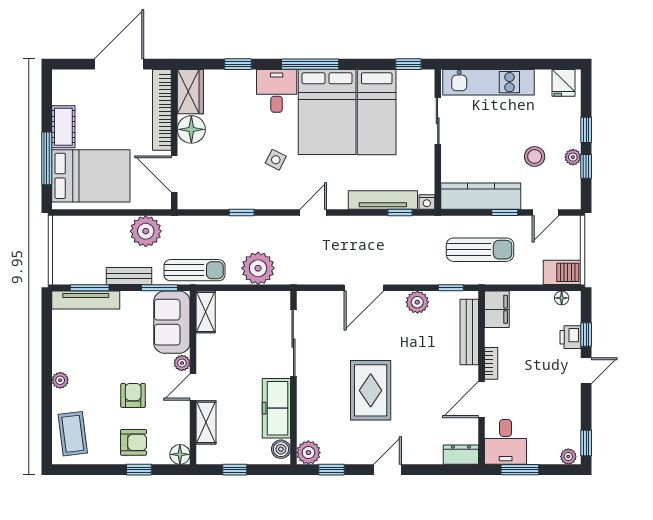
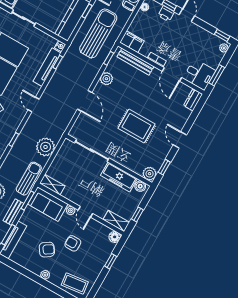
sun lounger: (480, 250) -> (98, 33), width x1.36, depth x1.34
shelving: (206, 422) -> (116, 221), moved
armchair: (134, 442) -> (47, 250), moved, turned 55

